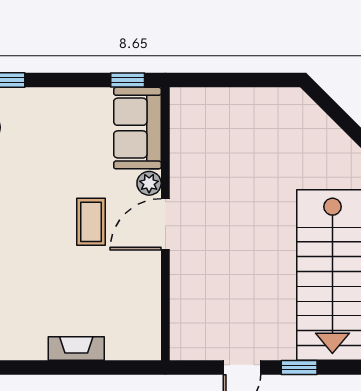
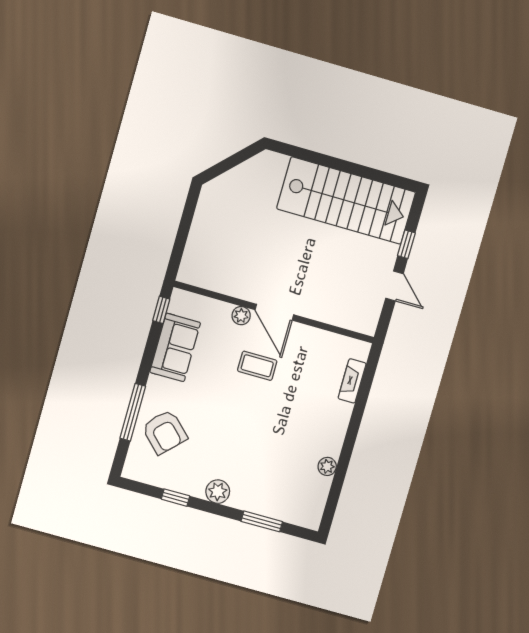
sofa: (137, 128) -> (175, 347), moved, turned -90
fireplace: (76, 348) -> (352, 381), moved

